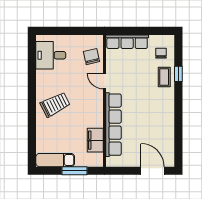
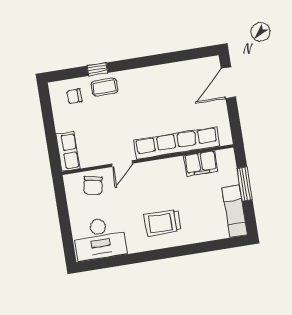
row of seats: (127, 42) -> (68, 151), width x0.68
desk: (51, 55) -> (100, 239), width x1.37
chair: (92, 57) -> (93, 185), turned -66
trolley: (55, 105) -> (163, 223), turned -63

